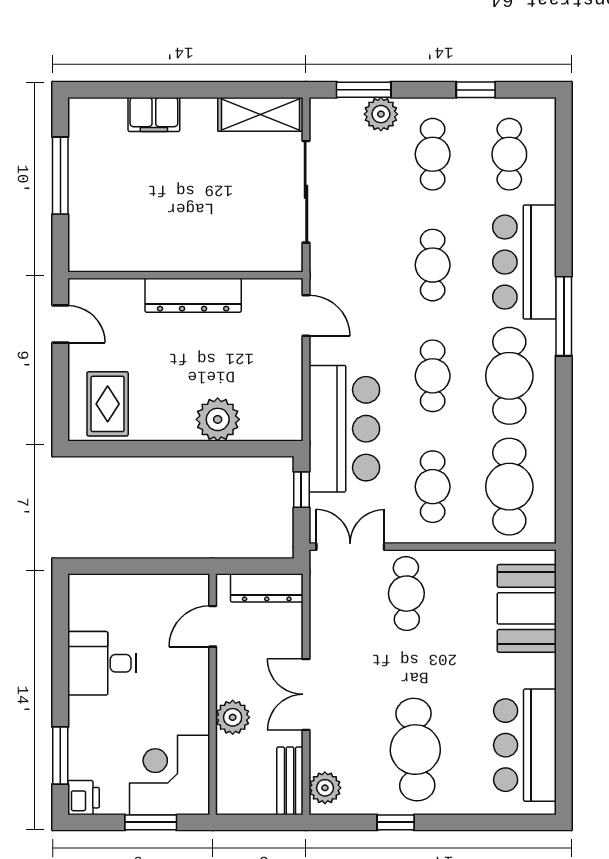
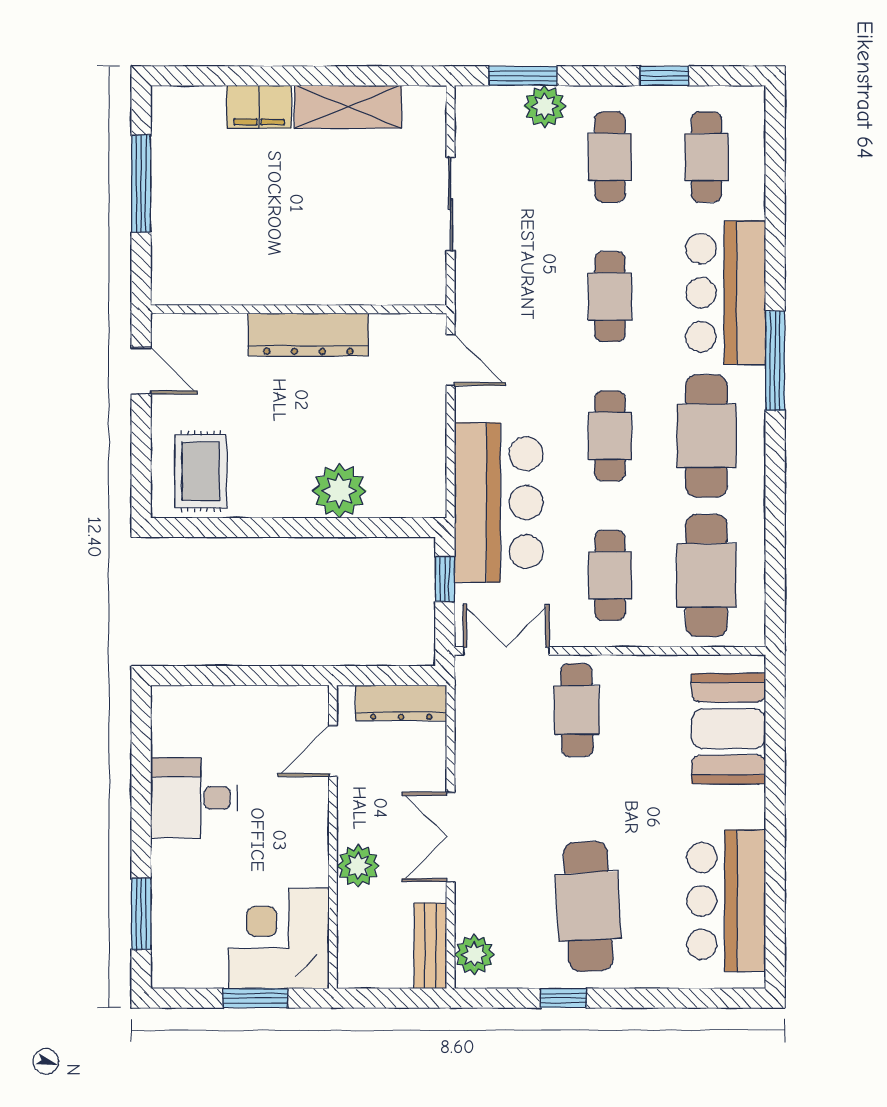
shelving: (260, 114) -> (348, 107), moved
sliding door: (306, 192) -> (451, 204), width x0.73
printer: (83, 798) -> (170, 967), removed

